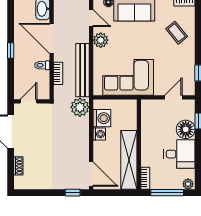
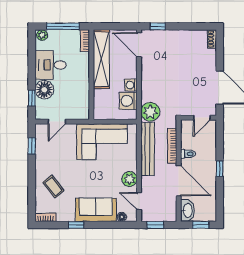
bookcase: (58, 73) -> (172, 146), width x1.56
shoe rack: (18, 166) -> (212, 39), moved

